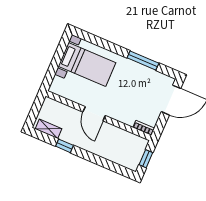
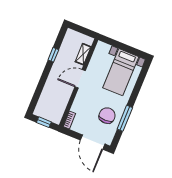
chair: (139, 82) -> (107, 116), added
shelving: (48, 129) -> (83, 54), moved

